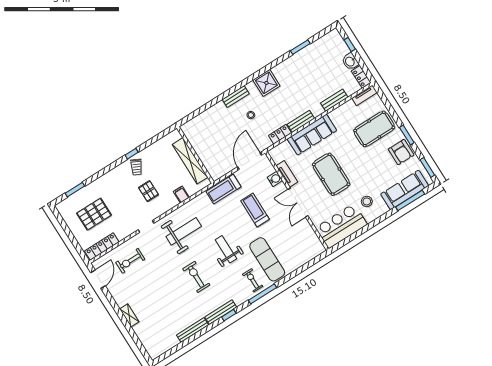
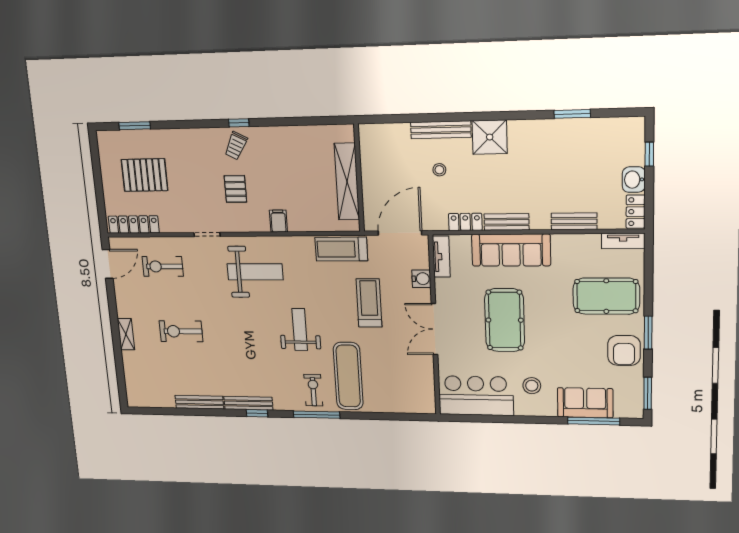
bench: (236, 97) -> (441, 130), width x1.36
wall: (195, 155) -> (359, 178), moved
shelving: (190, 161) -> (347, 182), moved
tv unit: (287, 174) -> (441, 257), moved
sofa: (405, 190) -> (585, 403), width x0.73
exercise bike: (196, 277) -> (181, 331), moved, turned -90

